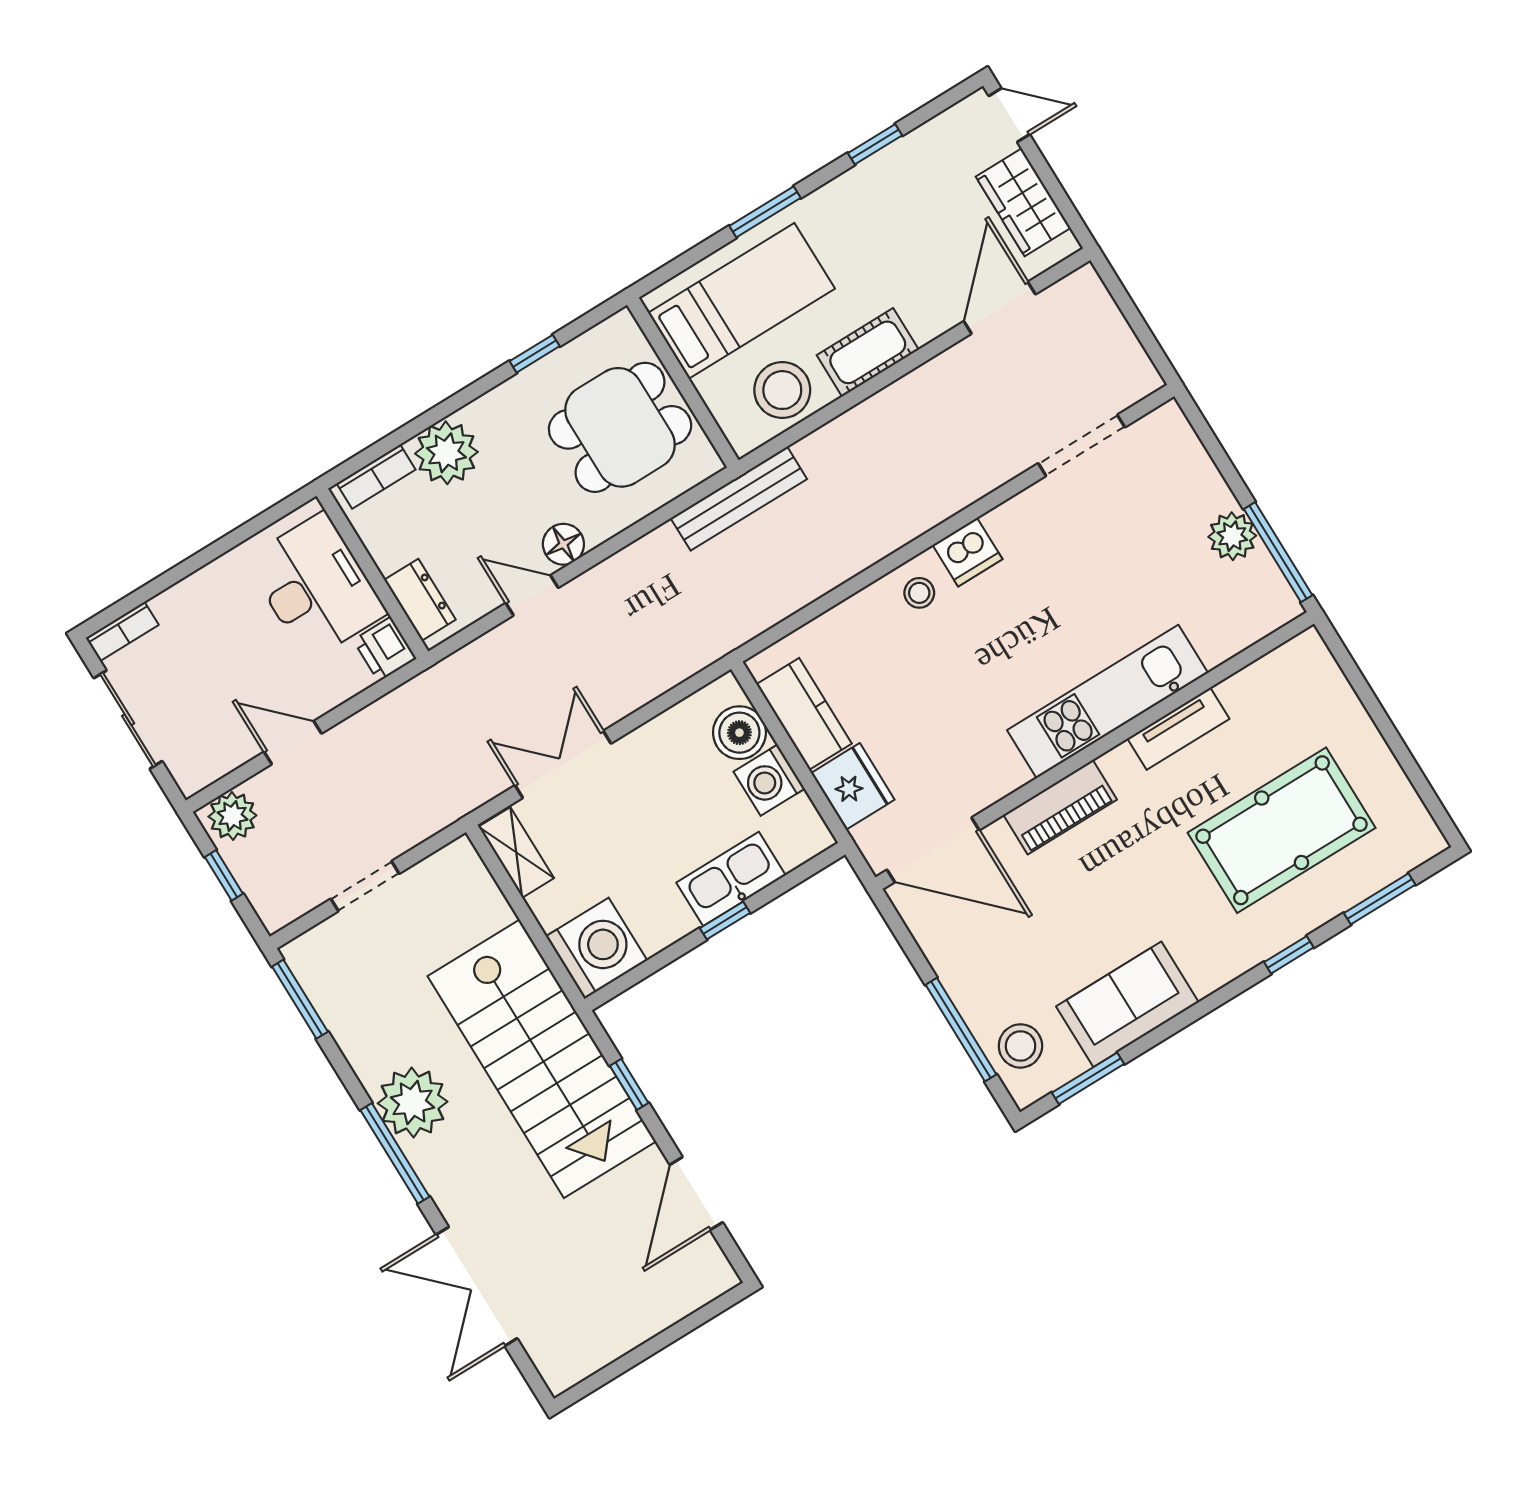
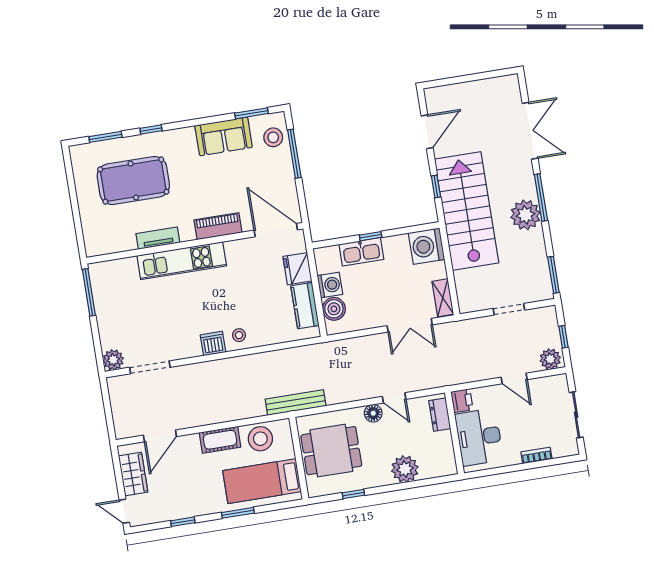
bookcase: (376, 477) -> (437, 471), removed
plant: (1232, 536) -> (113, 360), moved
bookcase: (122, 631) -> (536, 455), moved

